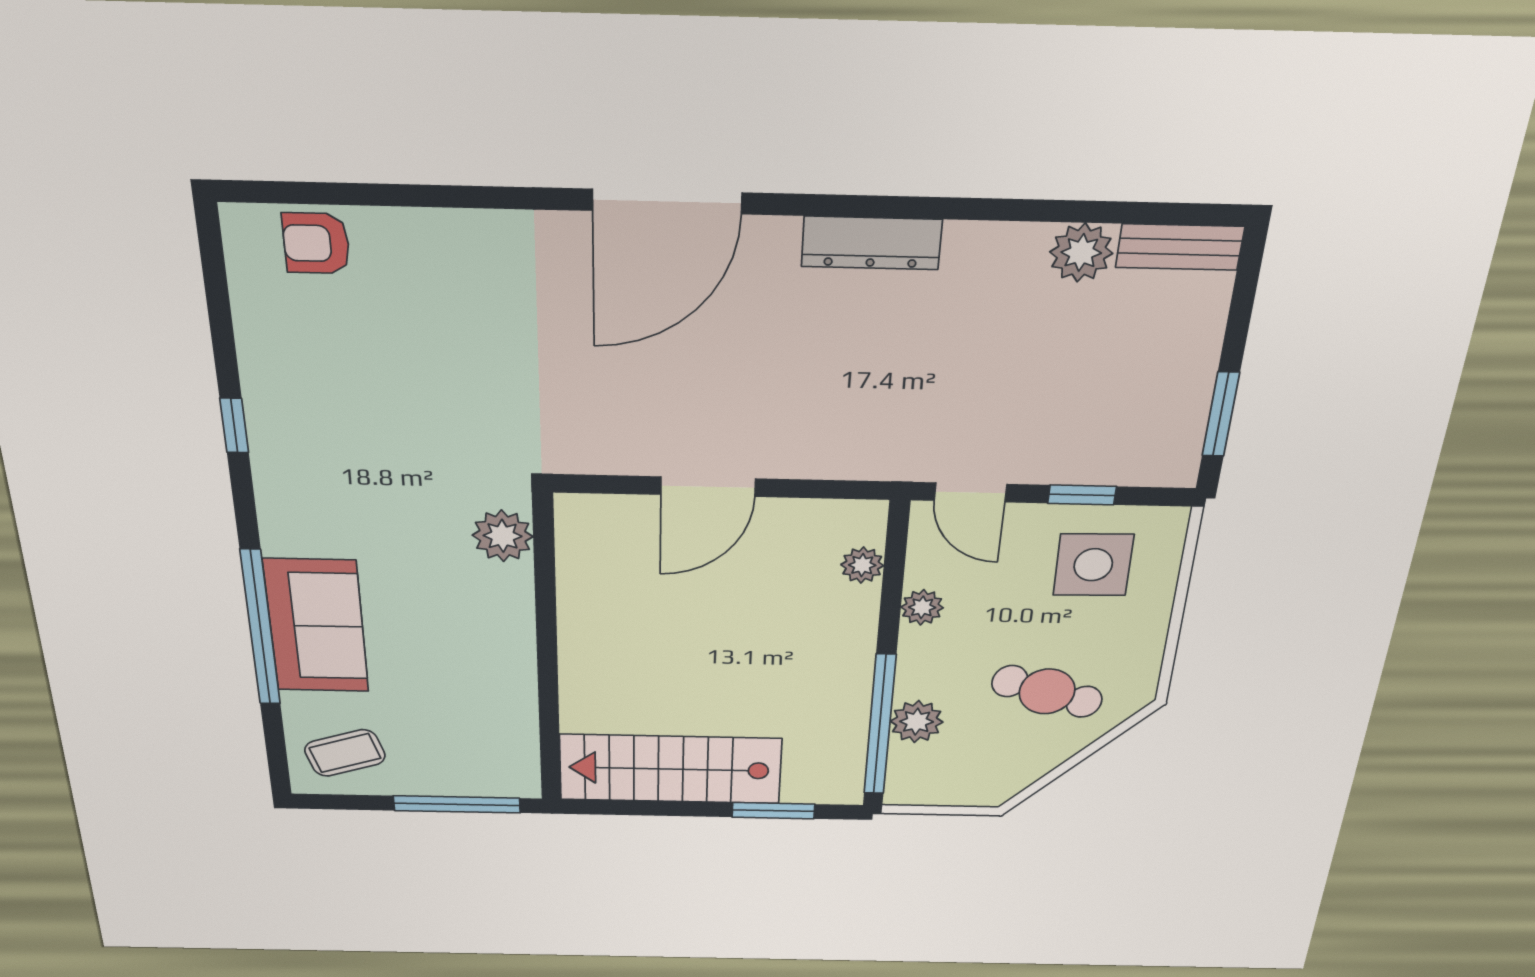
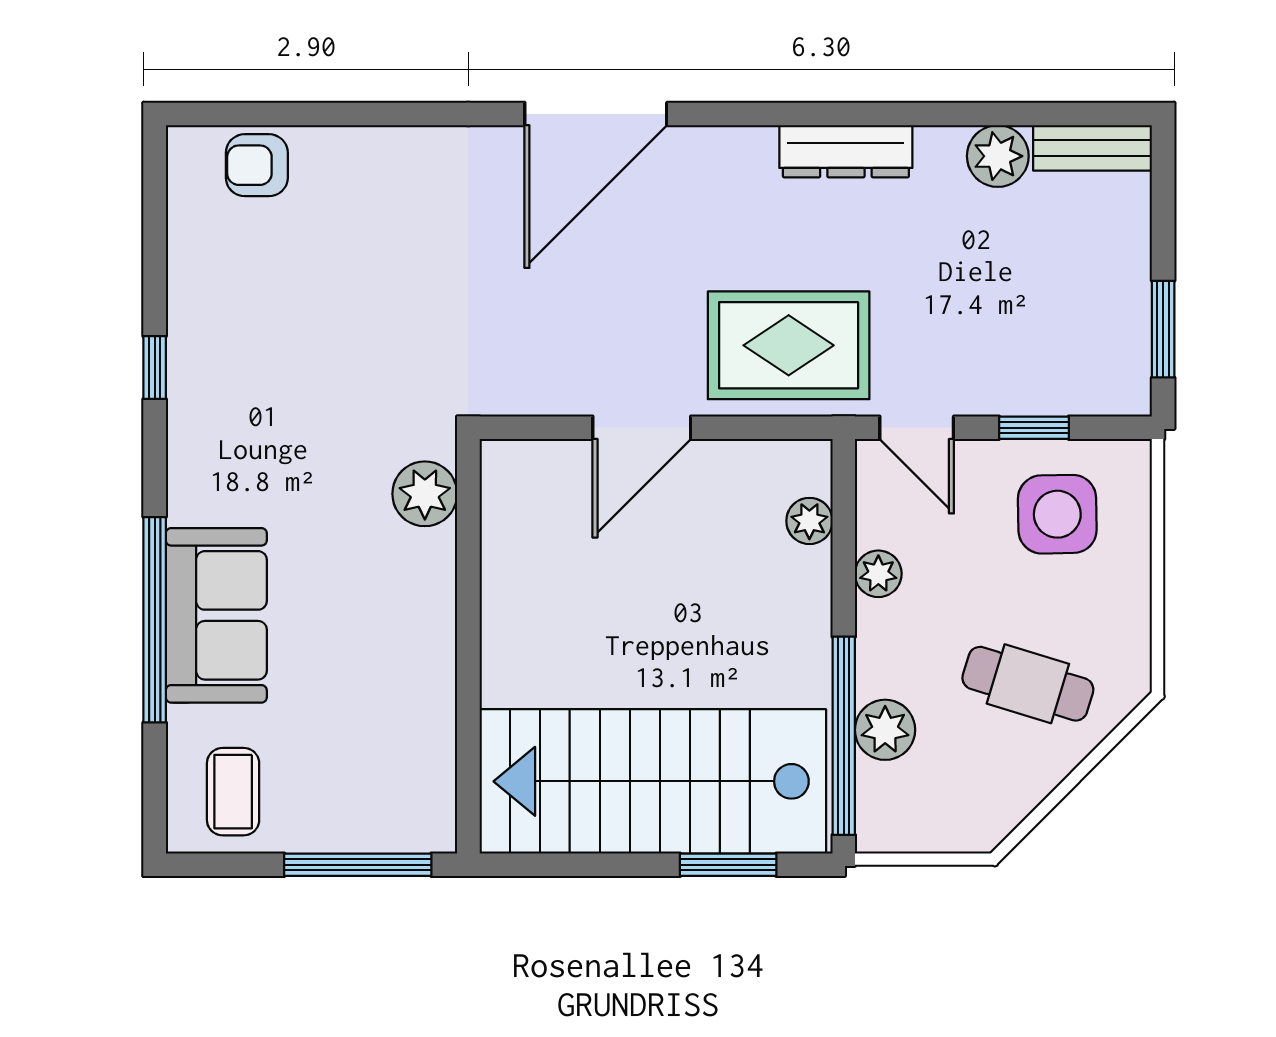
dresser: (871, 243) -> (846, 151), moved
rug: (853, 420) -> (789, 345), added
coffee table: (345, 753) -> (233, 792), turned -72
stairs: (670, 769) -> (653, 781), width x1.36, depth x1.51

